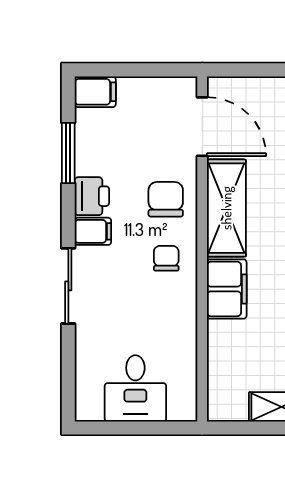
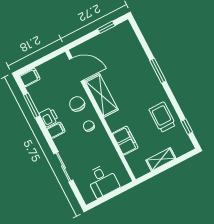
sliding door: (68, 286) -> (63, 167), moved
filing cabinet: (227, 289) -> (125, 141), moved

